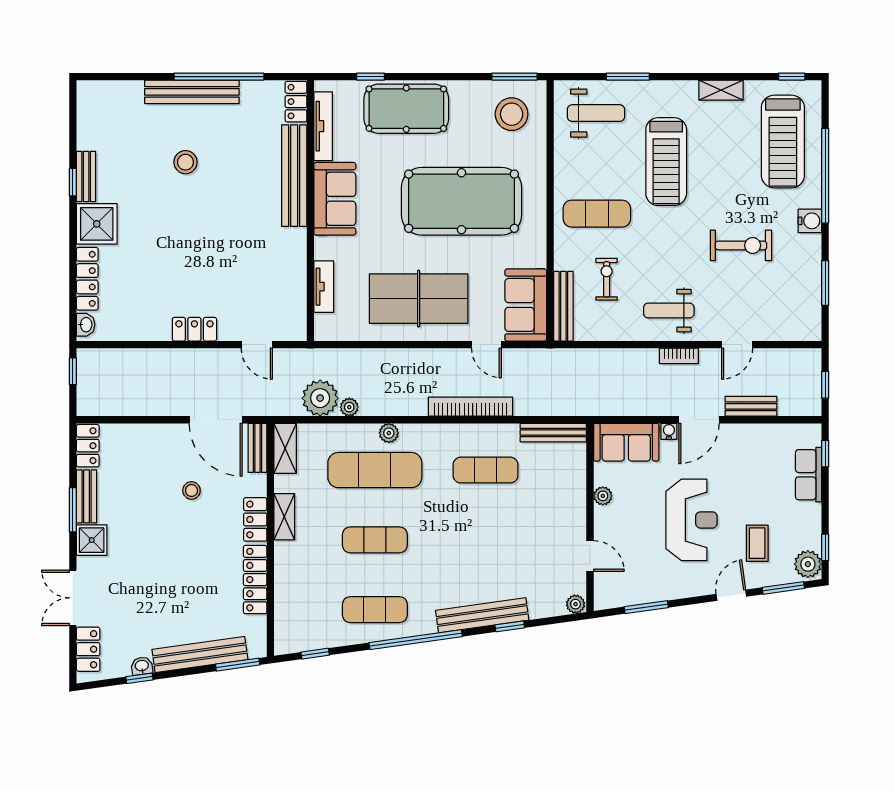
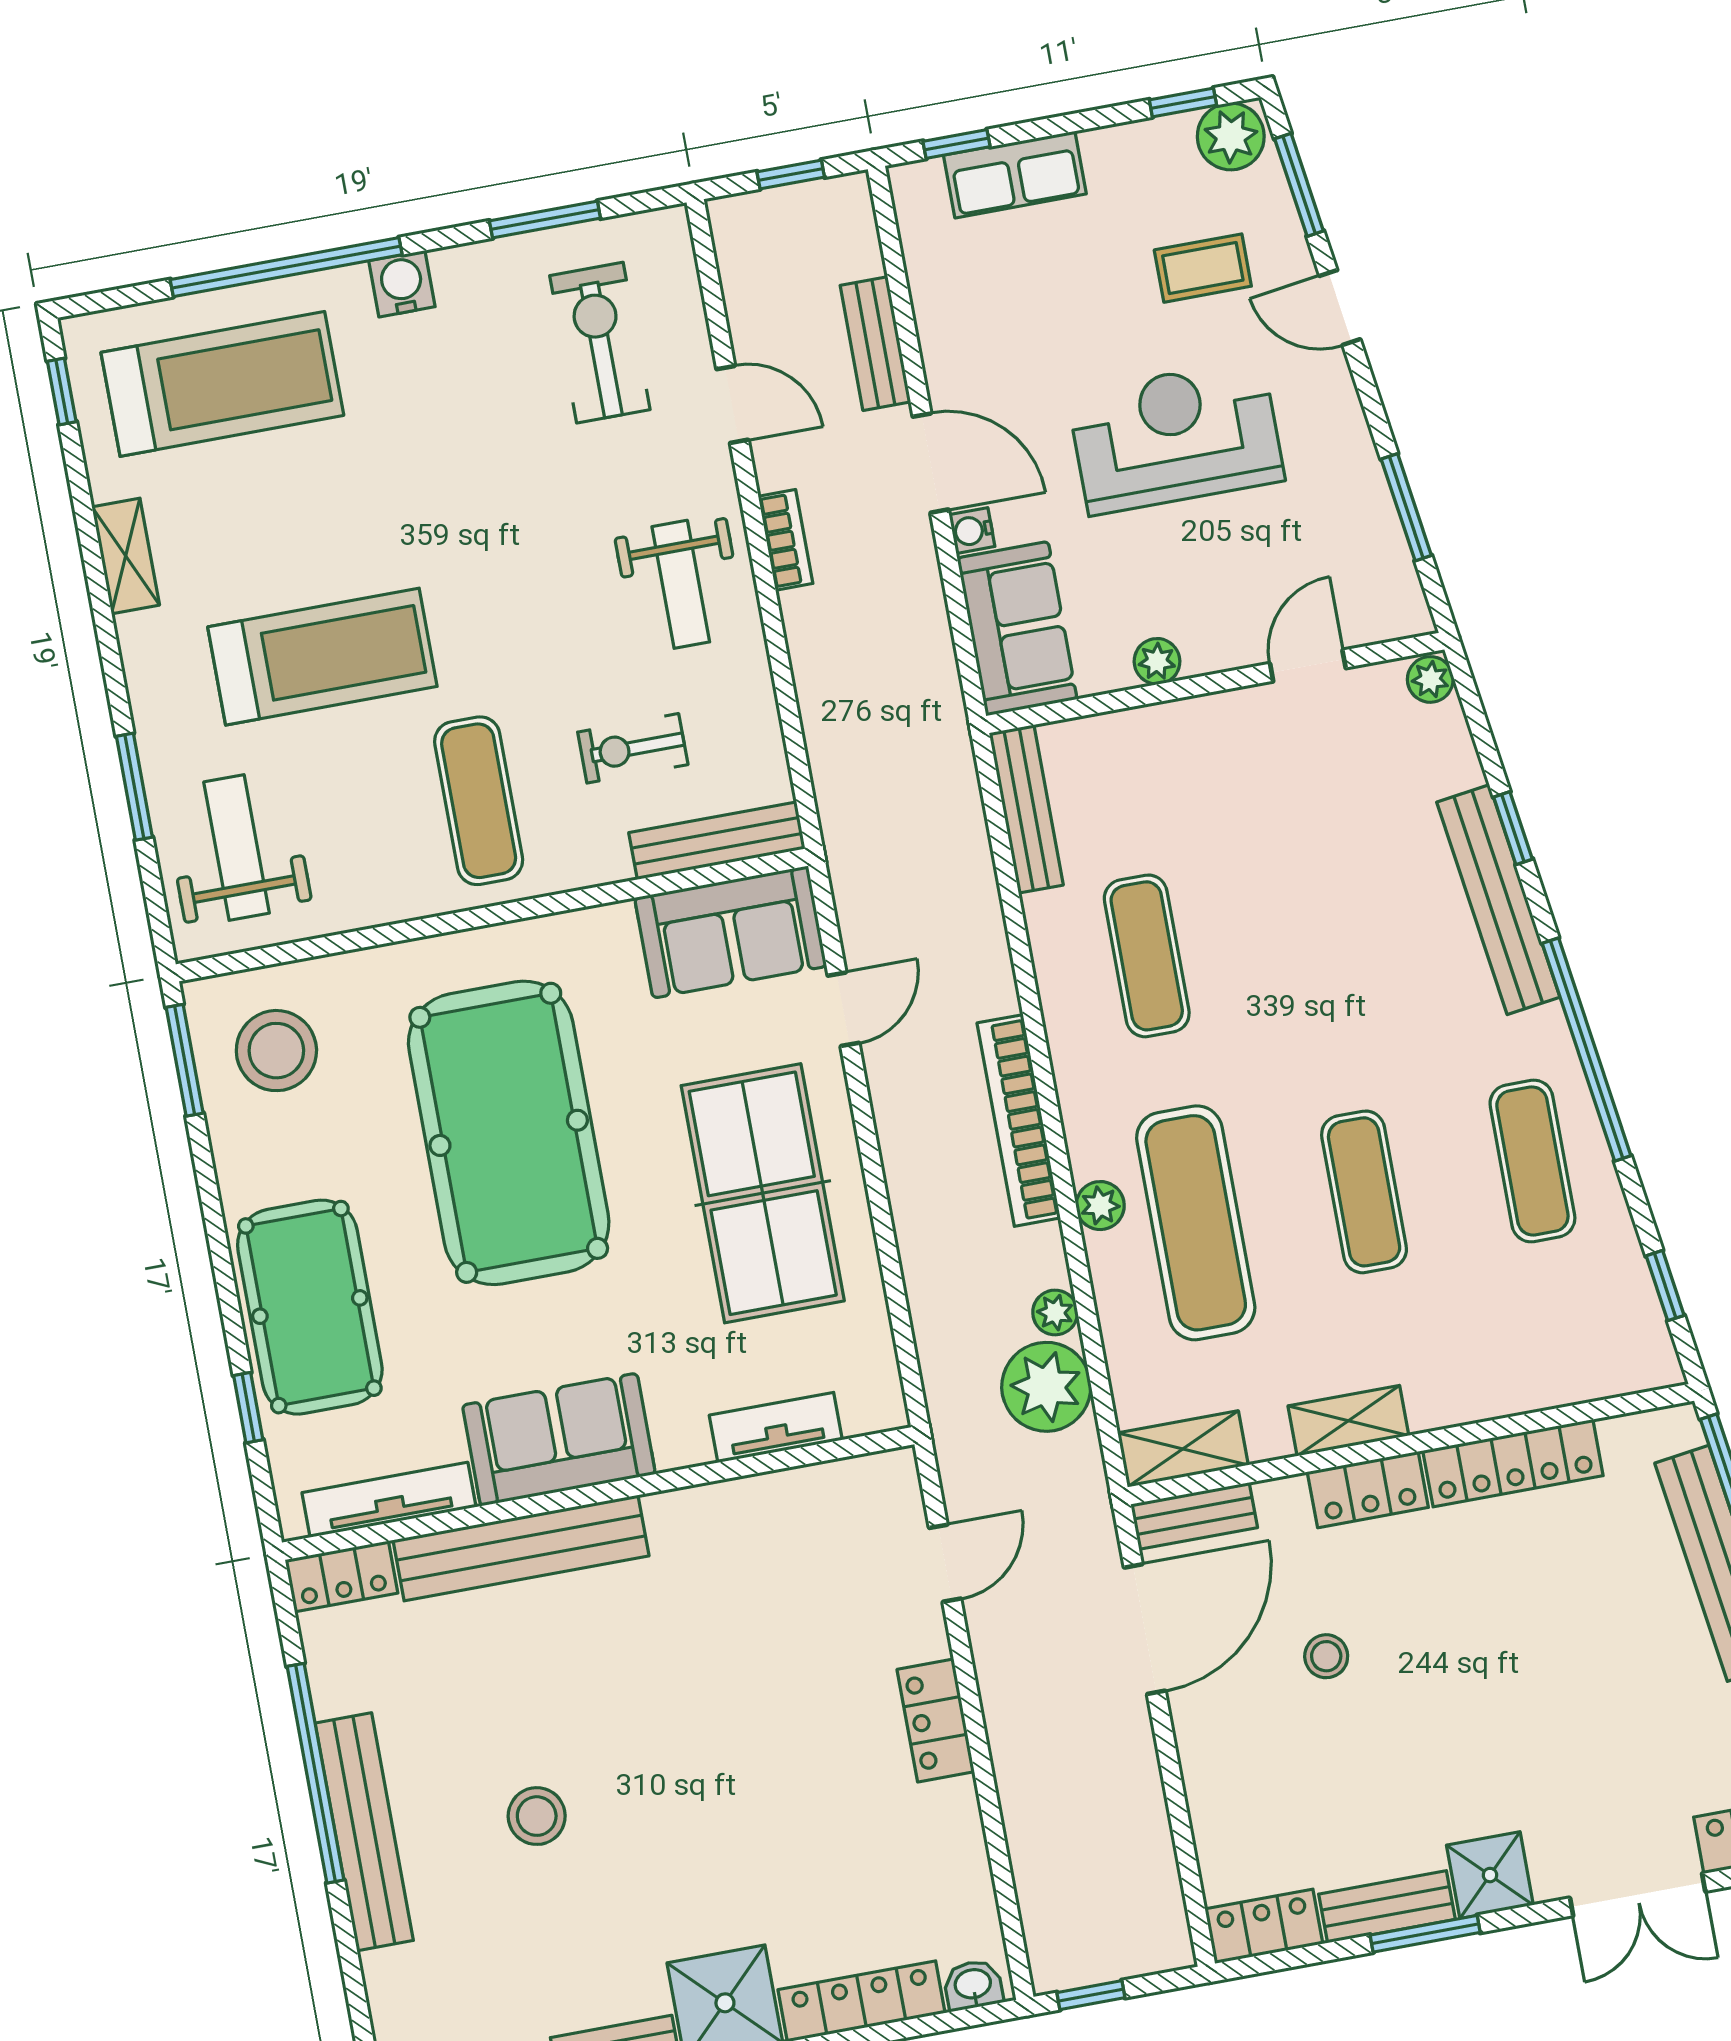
exercise bike: (741, 245) -> (600, 343), moved
bookcase: (471, 407) -> (1019, 1120), moved

